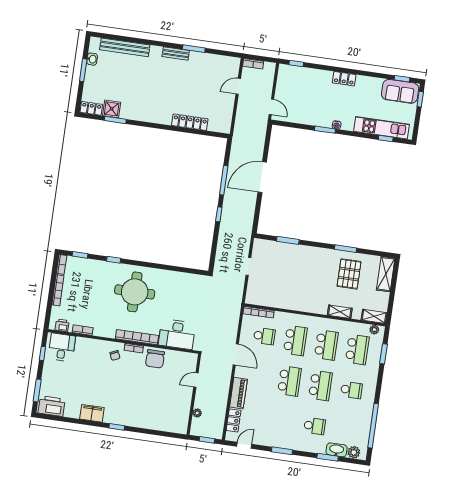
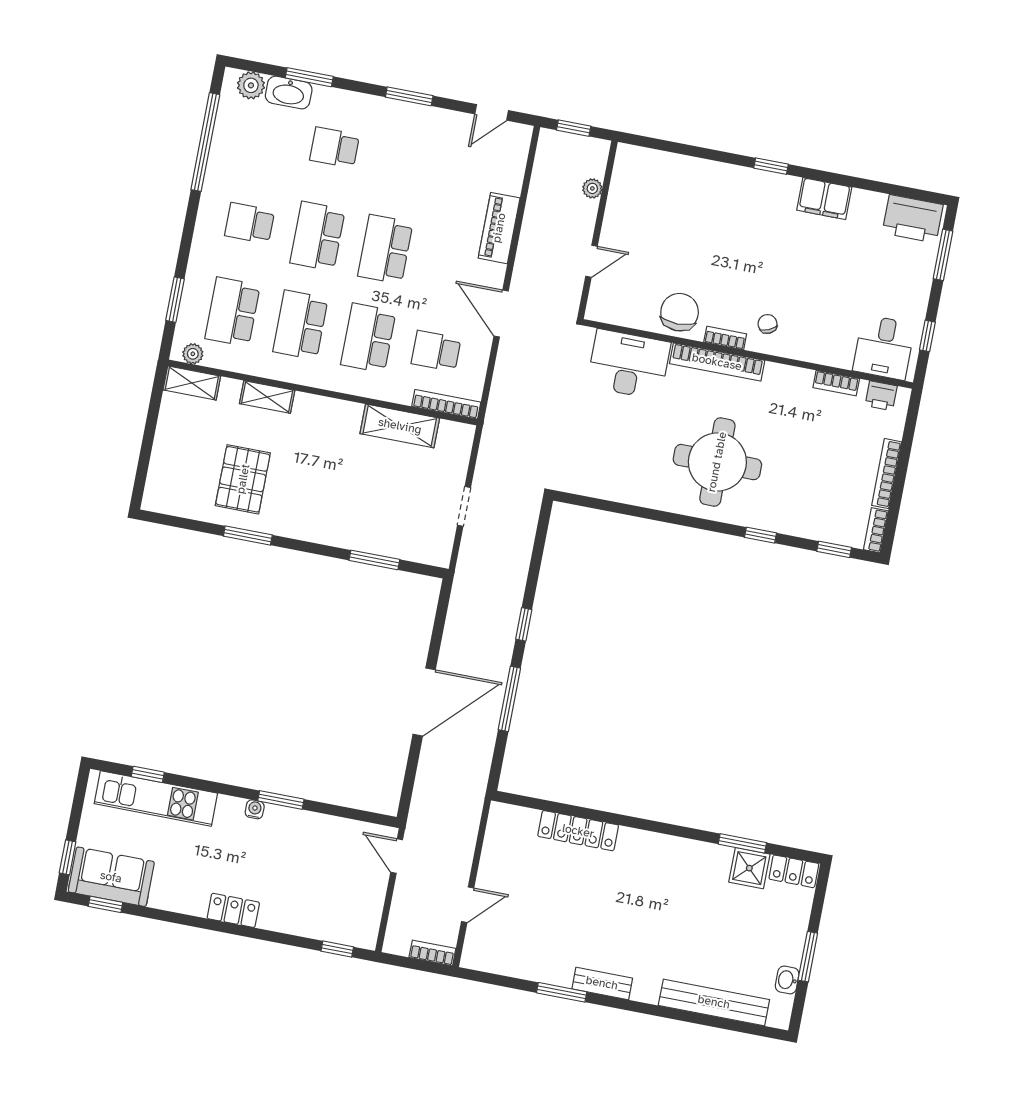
shelving: (386, 274) -> (400, 426), moved, turned 90
locker: (234, 420) -> (513, 168), removed

